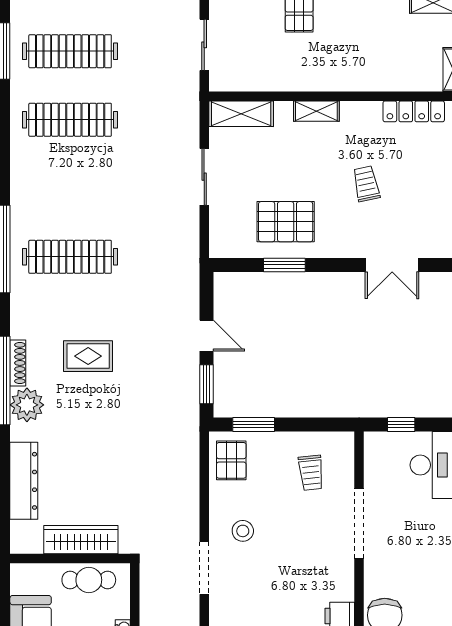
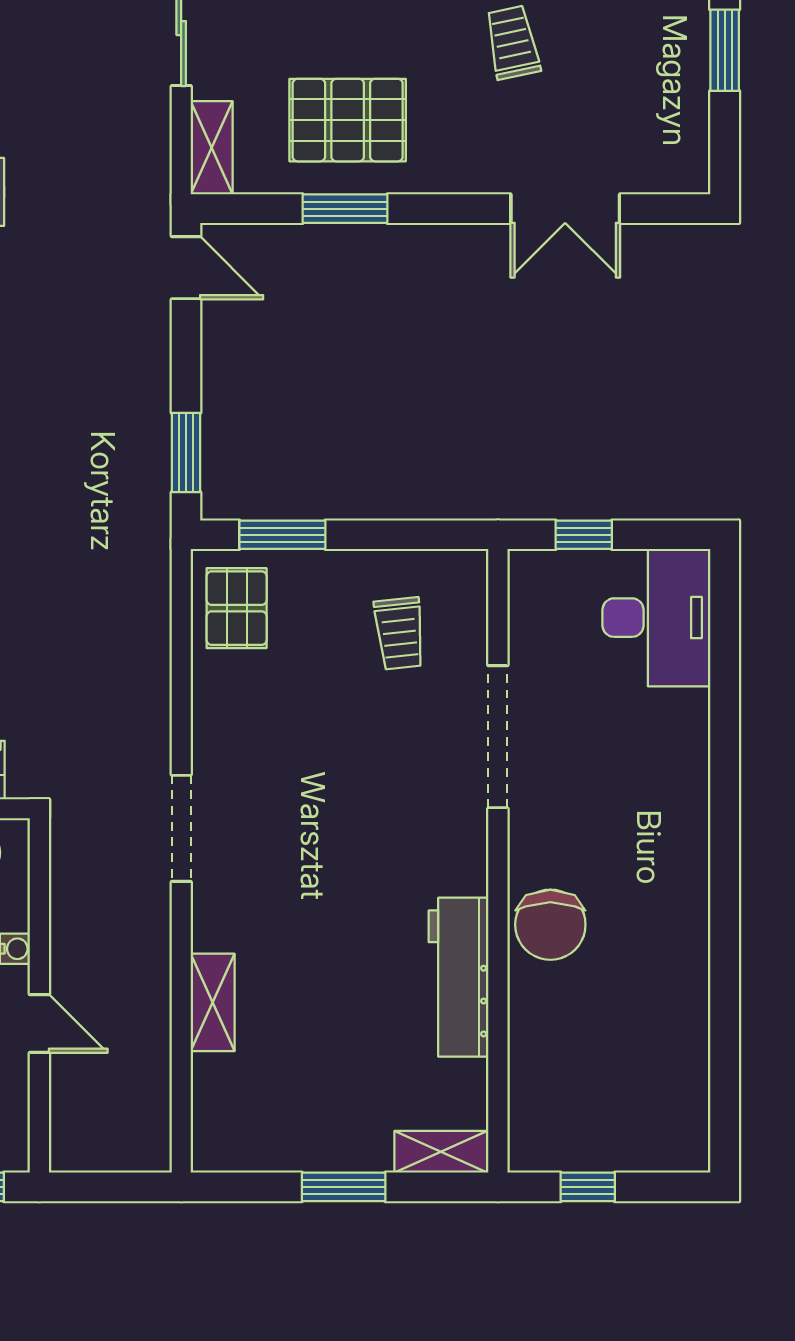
shelving: (219, 235) -> (212, 148), added
door: (206, 336) -> (186, 268), moved
stool: (243, 531) -> (260, 752), removed

